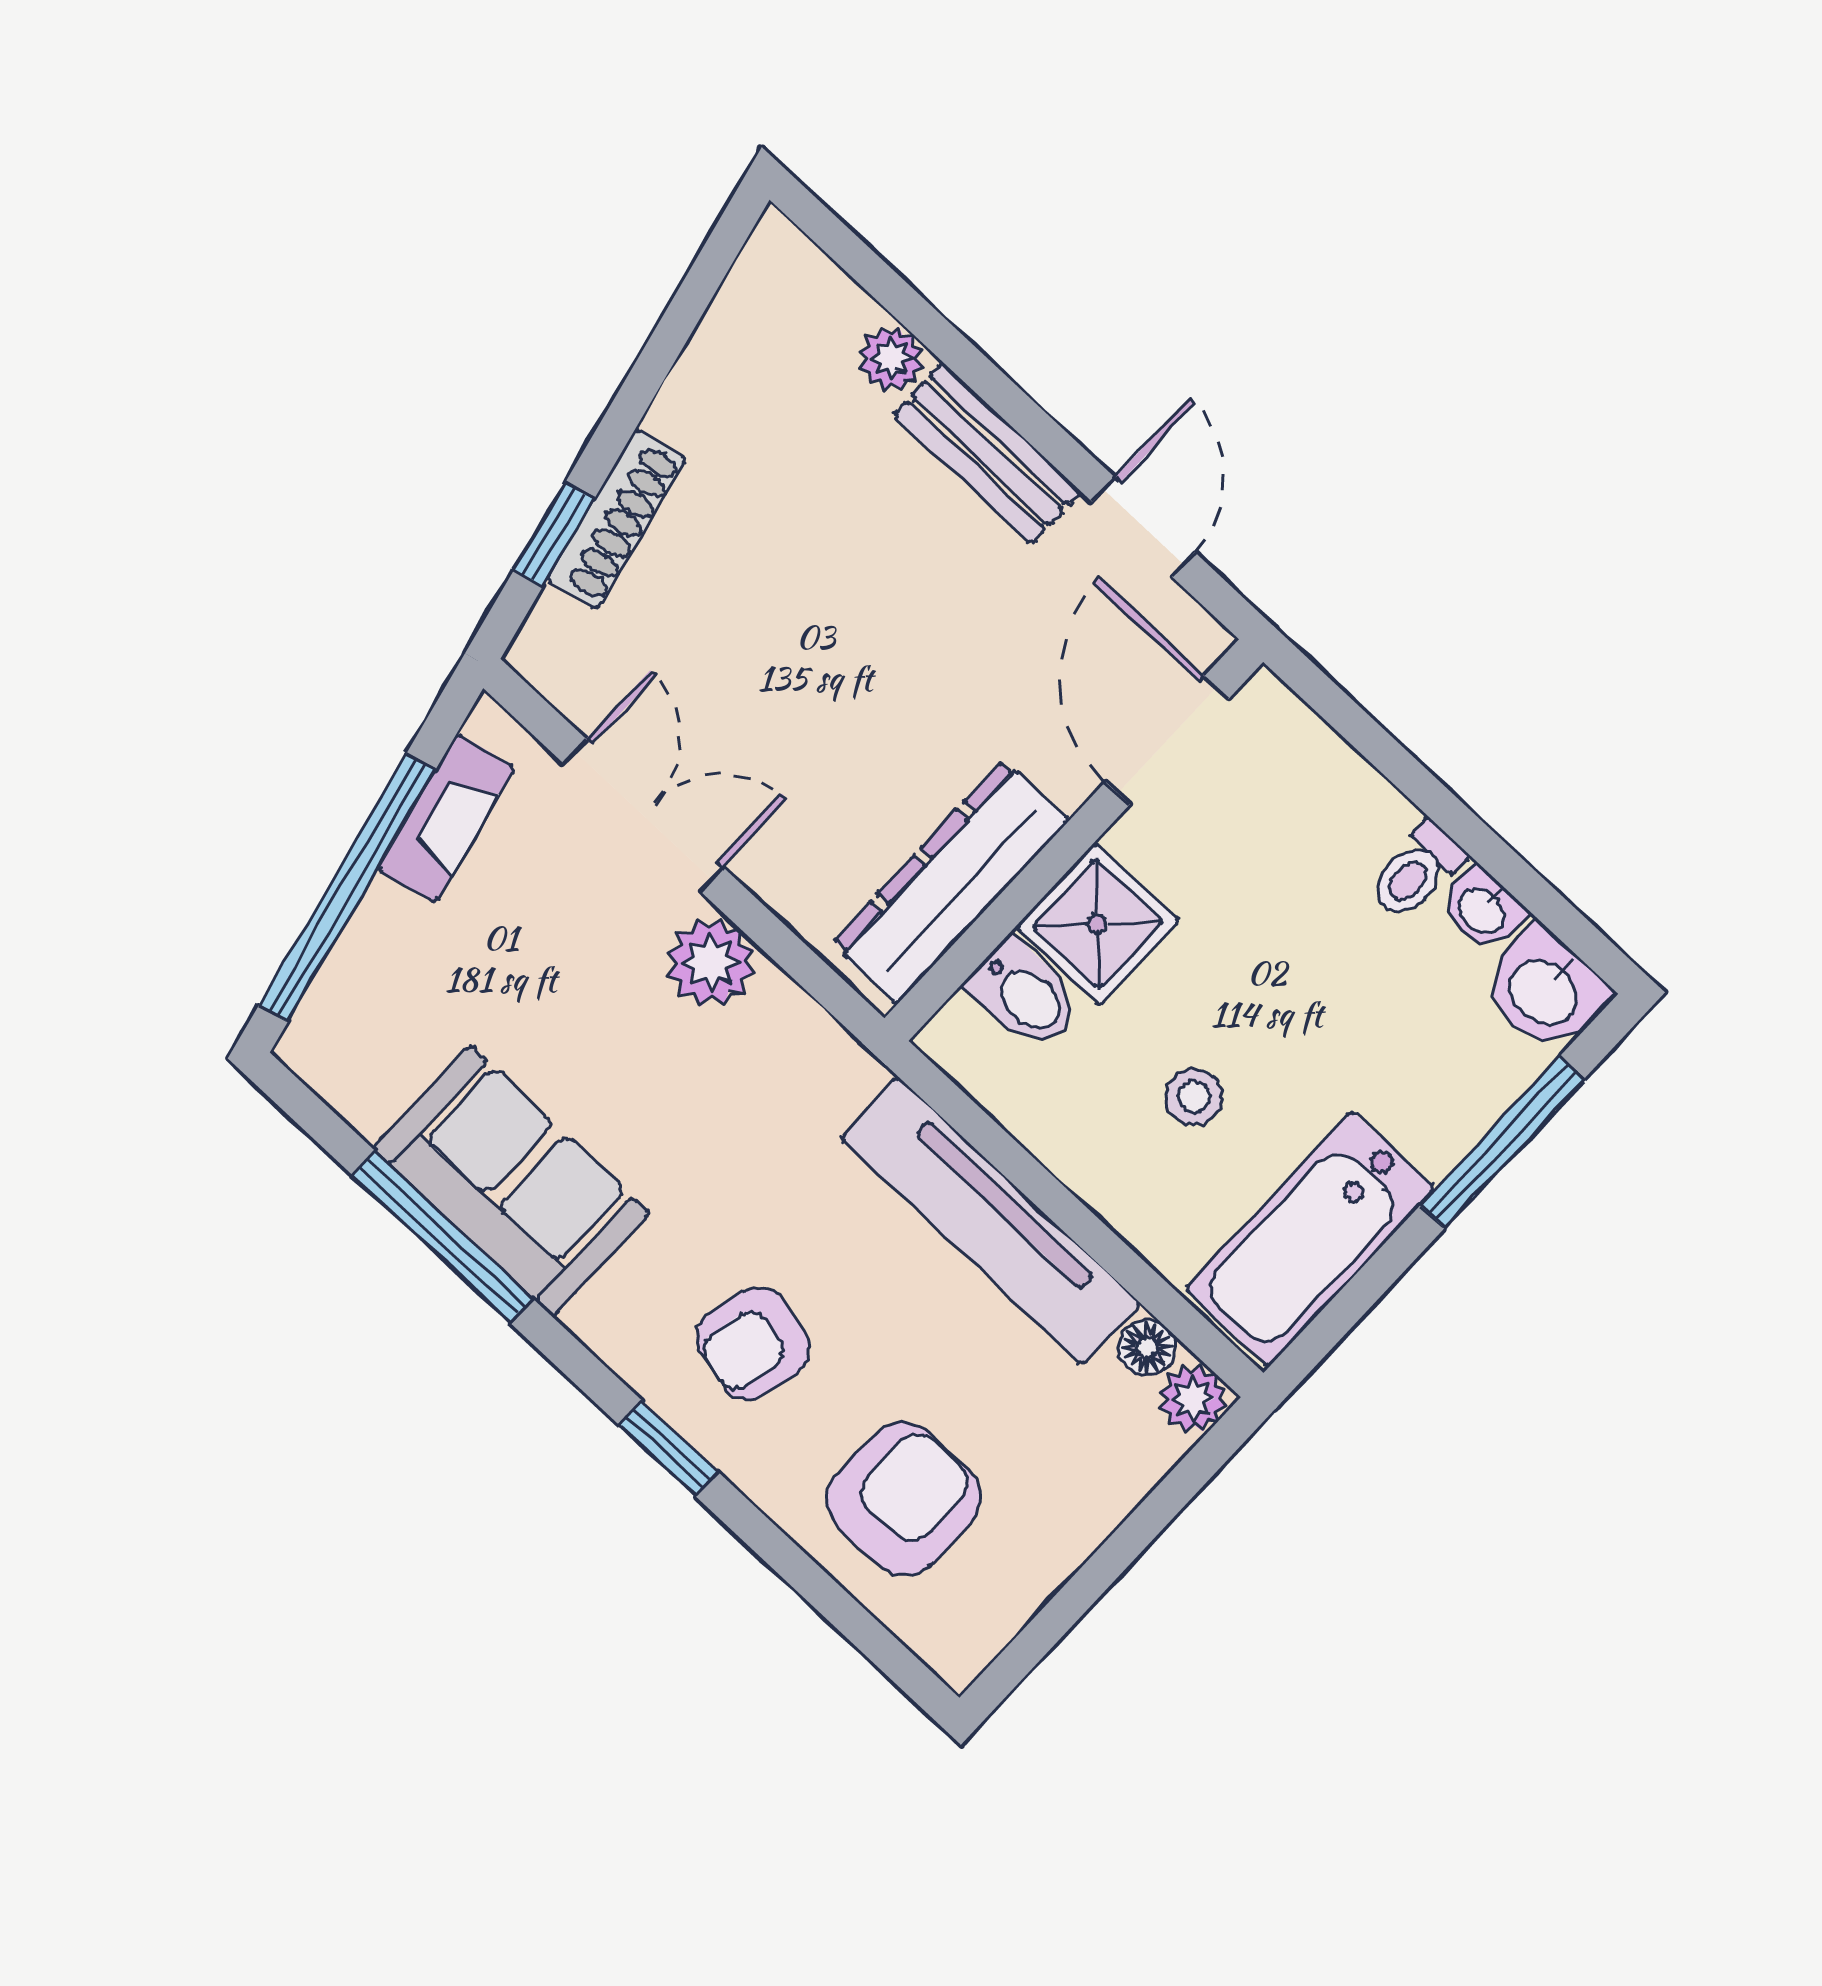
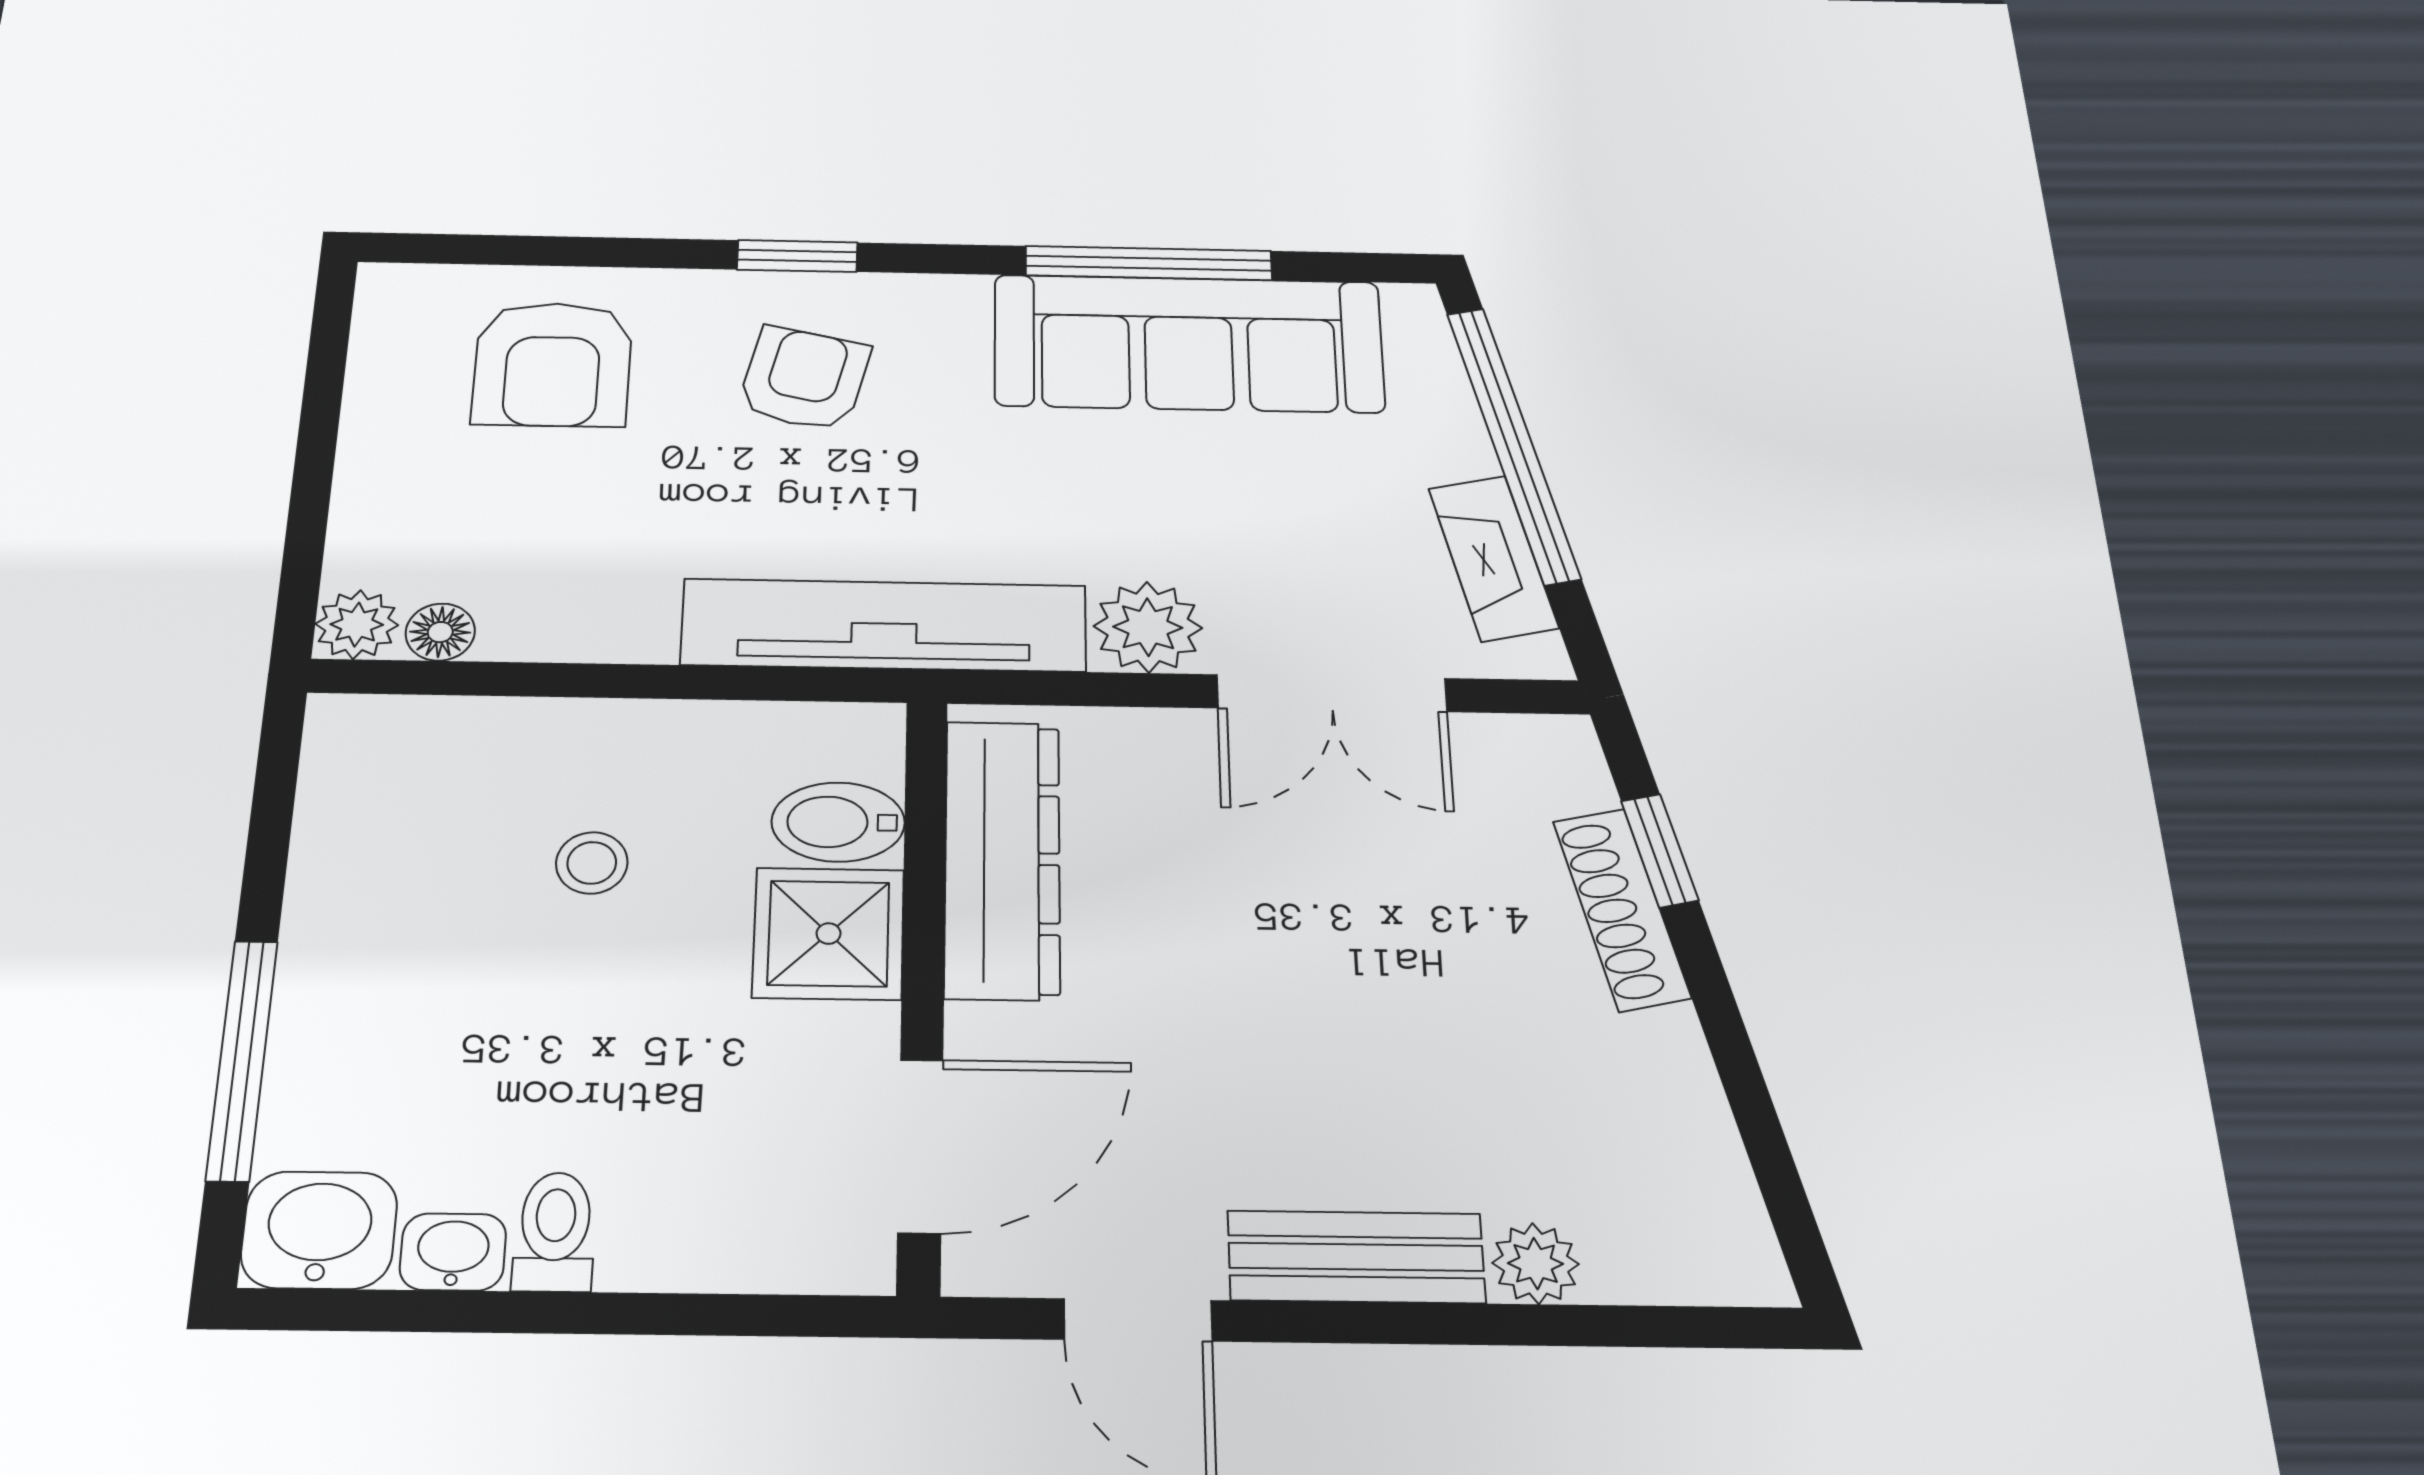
door: (1167, 740) -> (920, 1146), hinge flipped
sofa: (511, 1181) -> (1188, 343), width x1.36
tv unit: (990, 1221) -> (884, 625), moved
bathtub: (1310, 1239) -> (364, 832), removed

